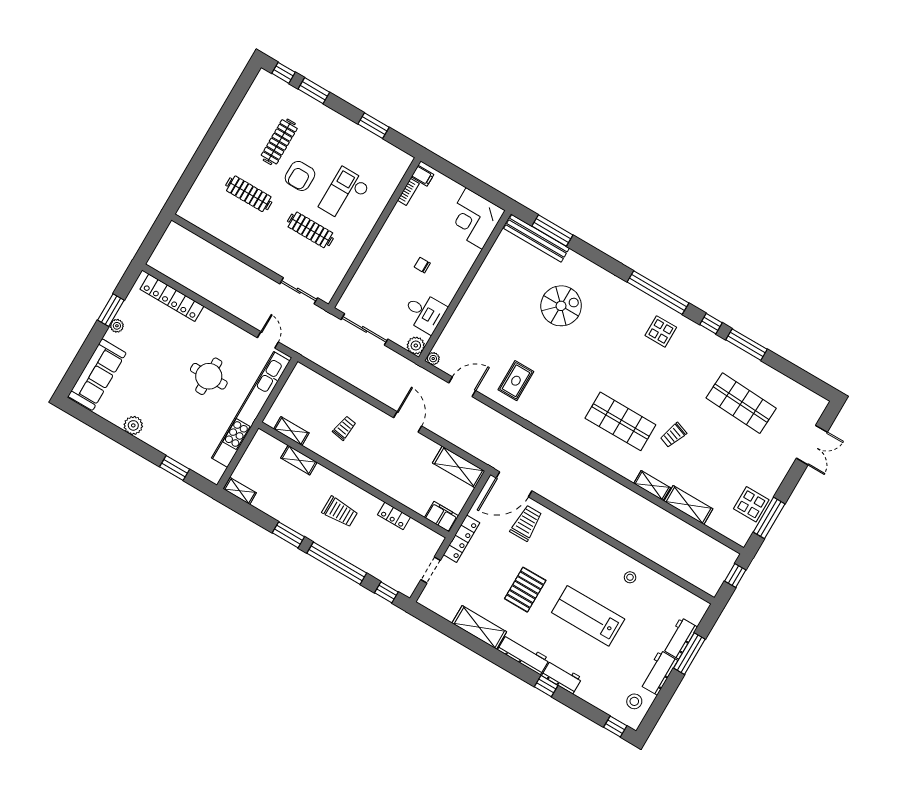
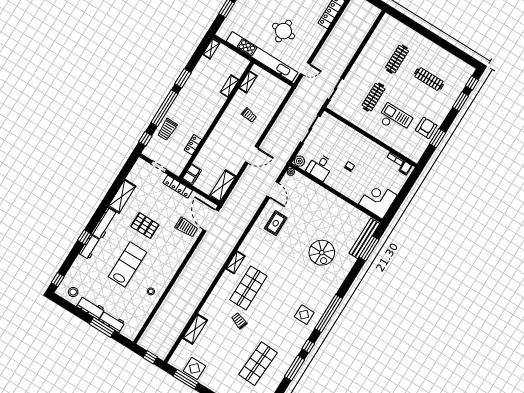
armchair: (300, 176) -> (426, 128), moved, turned 90
rug: (516, 381) -> (276, 223), turned 90
shelving: (652, 486) -> (235, 262), moved
trolley: (340, 512) -> (167, 129), moved

